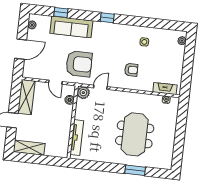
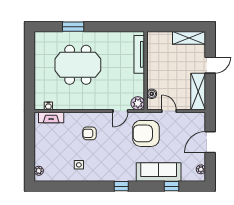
meeting table: (135, 134) -> (78, 65), turned 90

